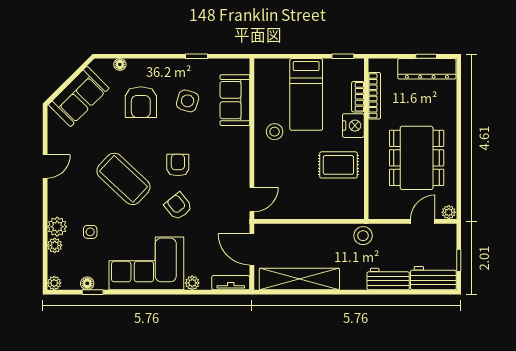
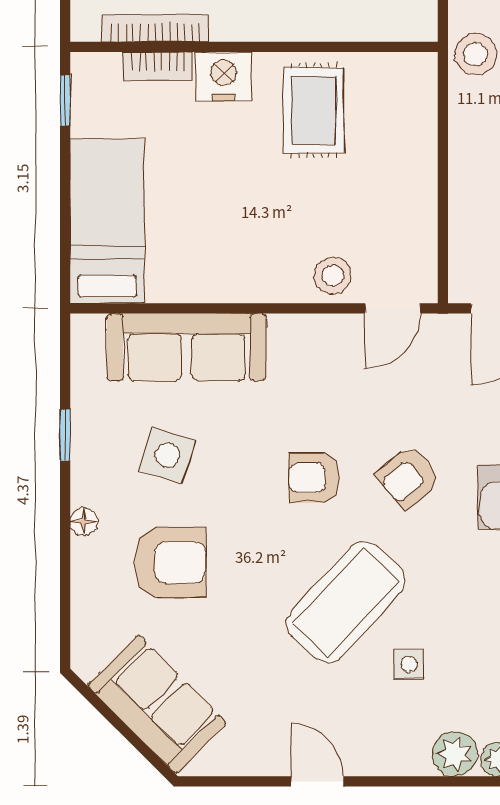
floor lamp: (120, 64) -> (84, 522), moved
bed: (306, 94) -> (107, 221), moved, turned -90
sofa: (235, 100) -> (186, 347), width x1.36
stool: (275, 132) -> (333, 275), moved
door: (252, 199) -> (393, 308), swing flipped
side table: (90, 232) -> (409, 664), moved

